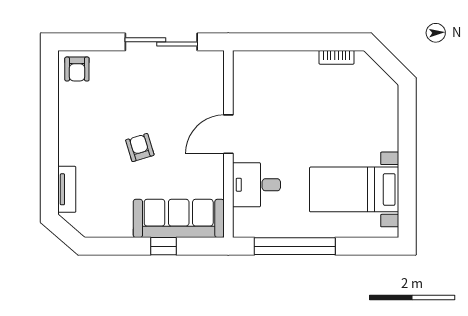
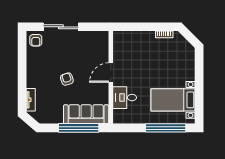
sliding door: (161, 42) -> (61, 27), moved
window: (163, 246) -> (79, 128), width x3.17
window: (295, 246) -> (166, 128), moved

